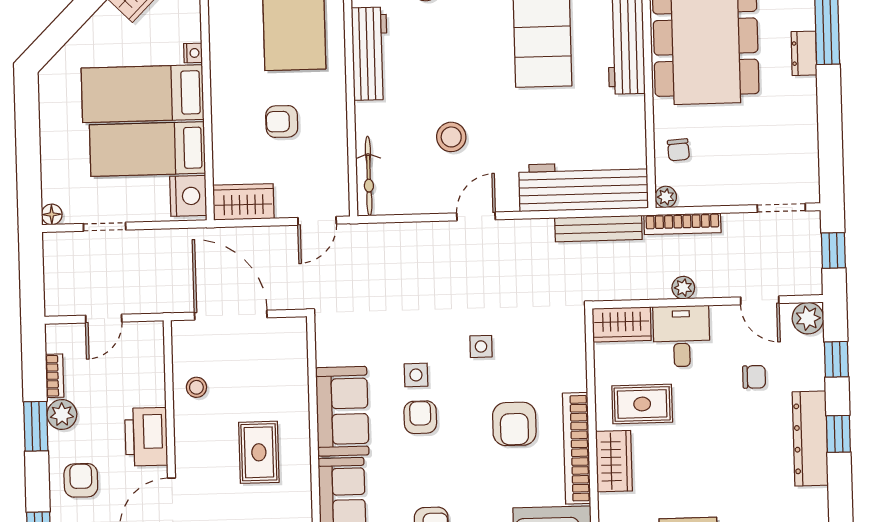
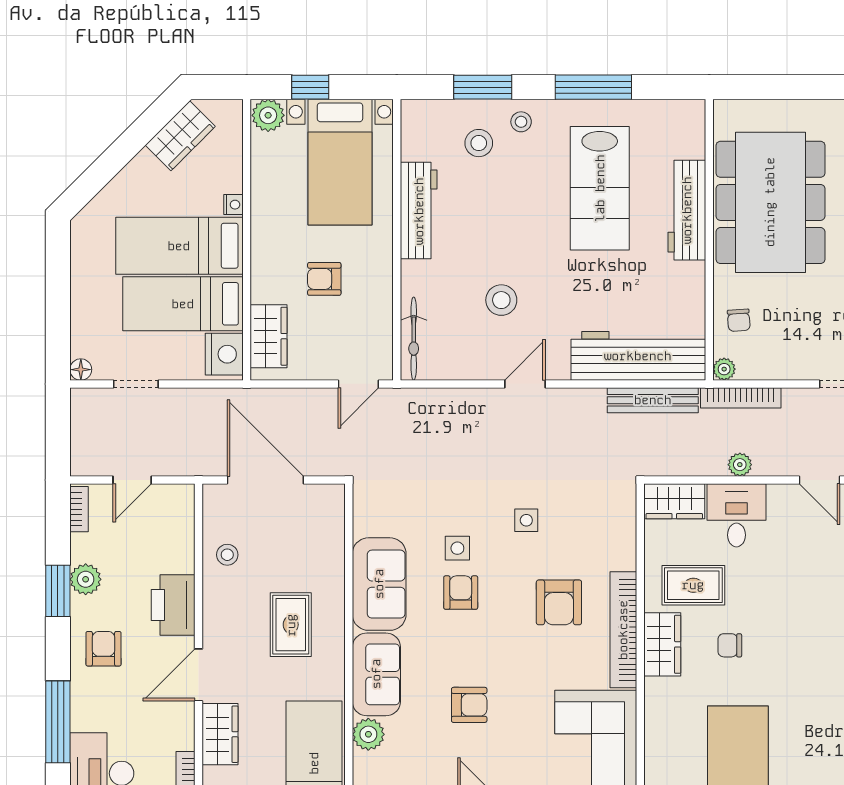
wardrobe: (243, 202) -> (269, 336), moved, turned 90
bookcase: (55, 376) -> (79, 509), moved
chair: (754, 377) -> (730, 645), moved, turned 180

